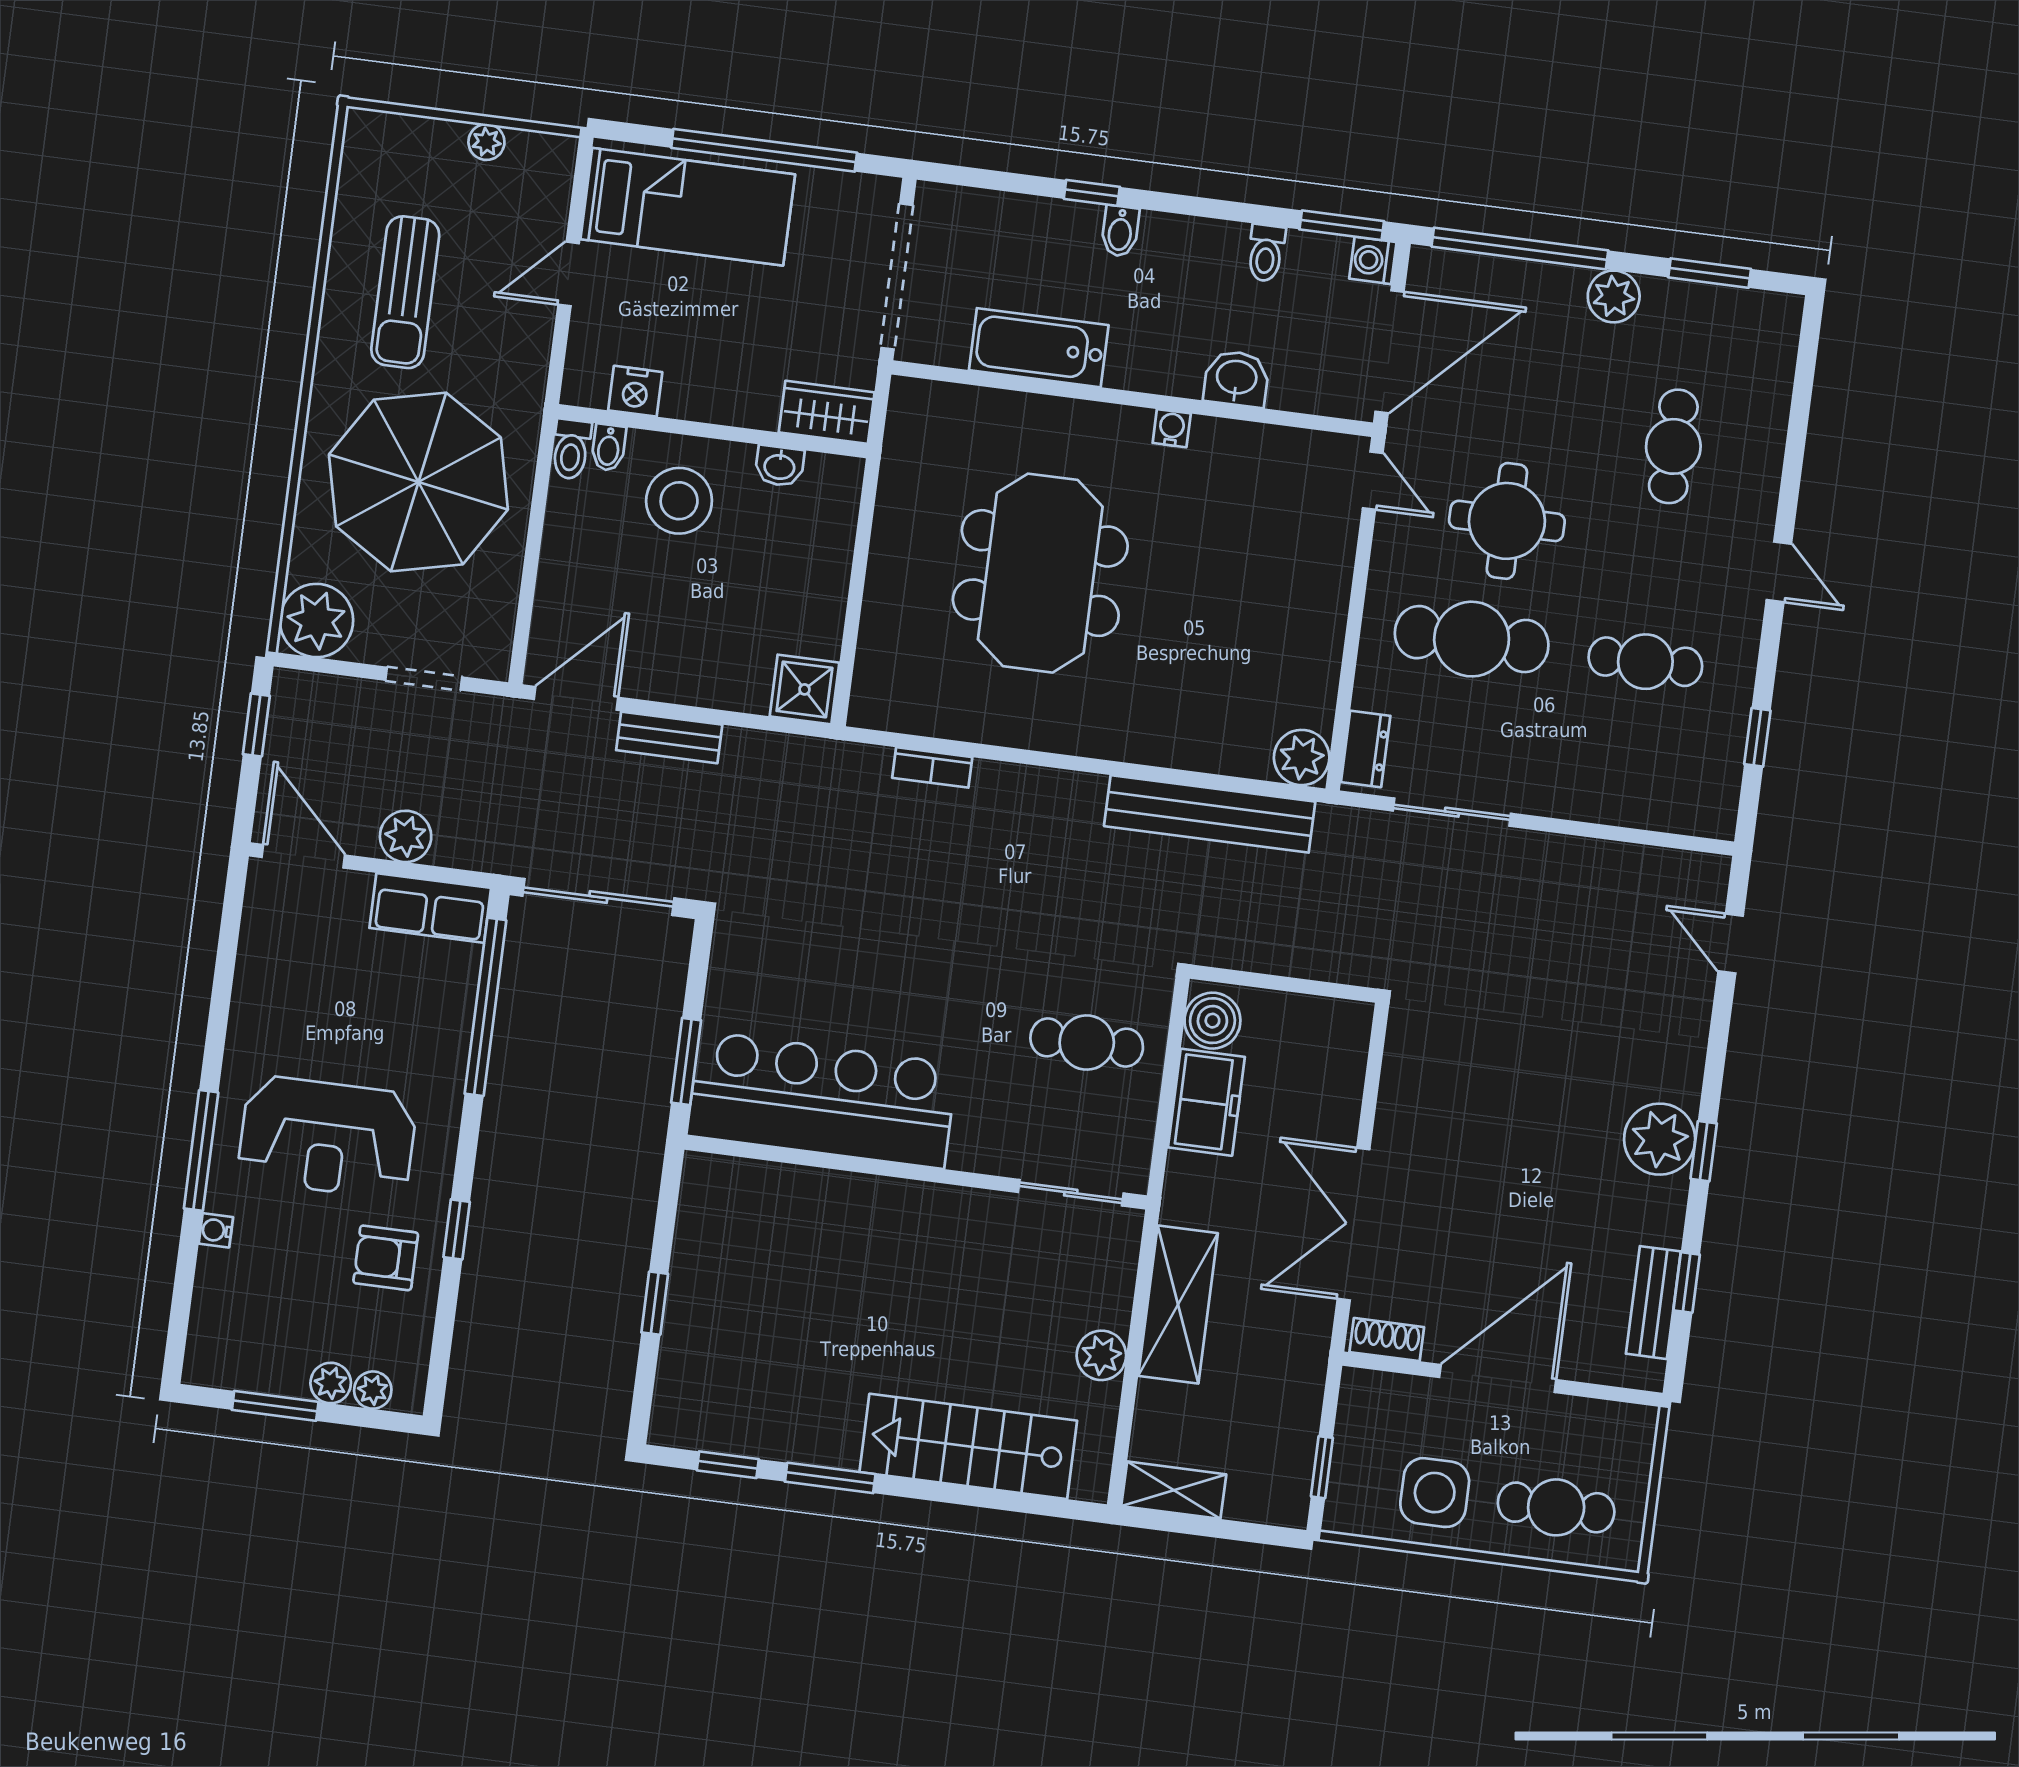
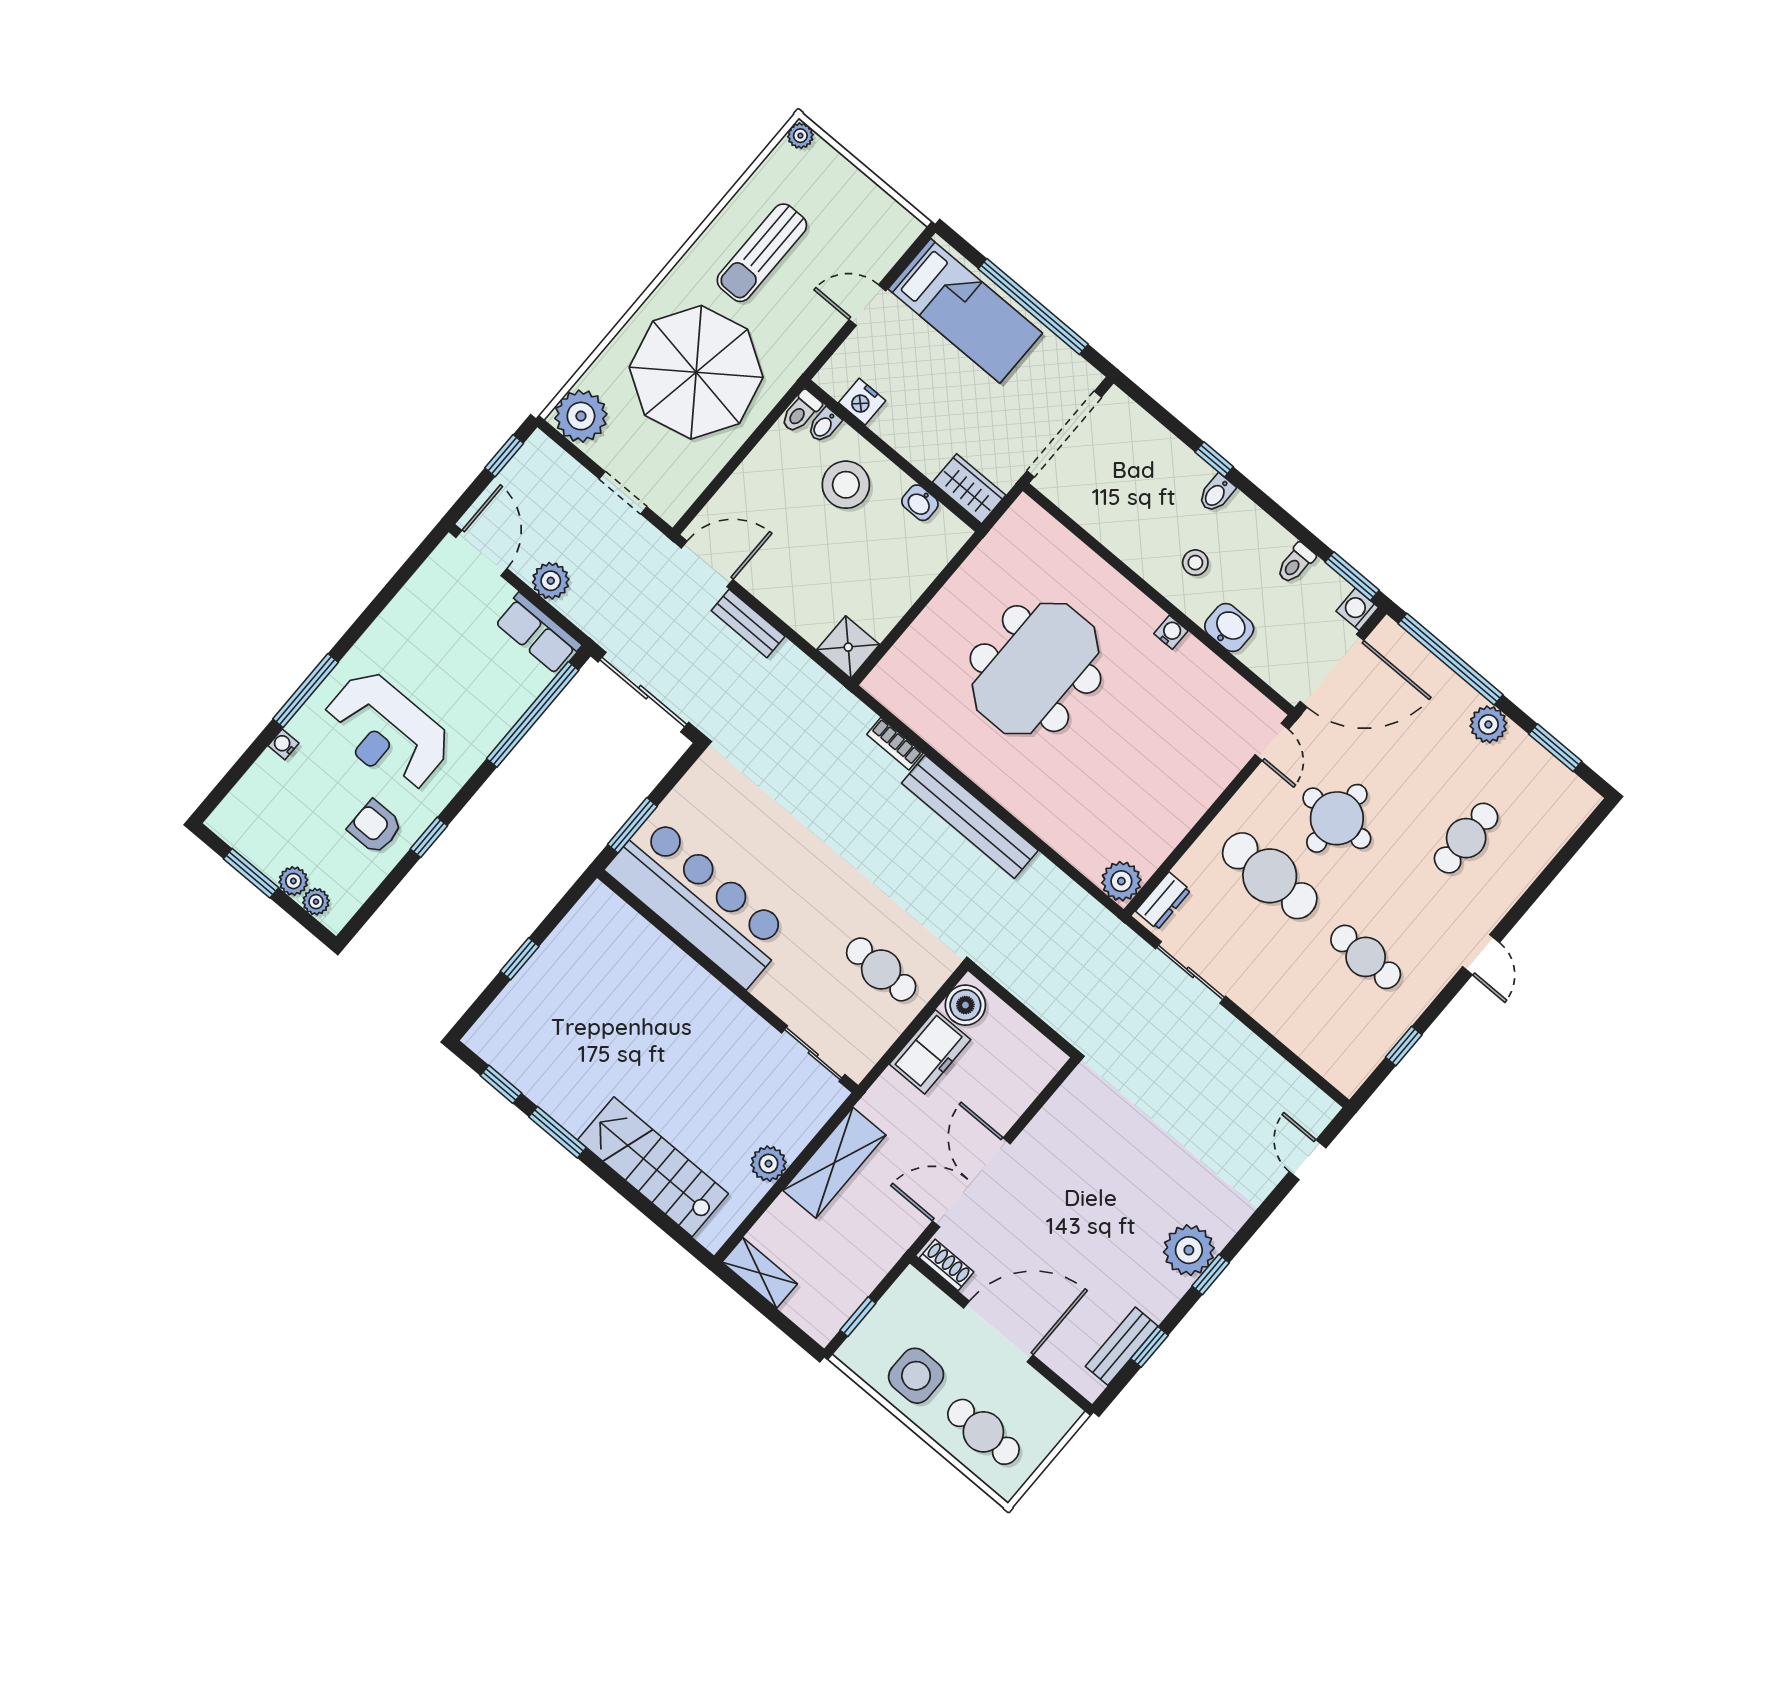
plant: (486, 142) -> (800, 136), moved
stool: (1148, 328) -> (1195, 563), added
bathtub: (1039, 348) -> (1122, 532), removed
bench: (1210, 814) -> (970, 817), moved

